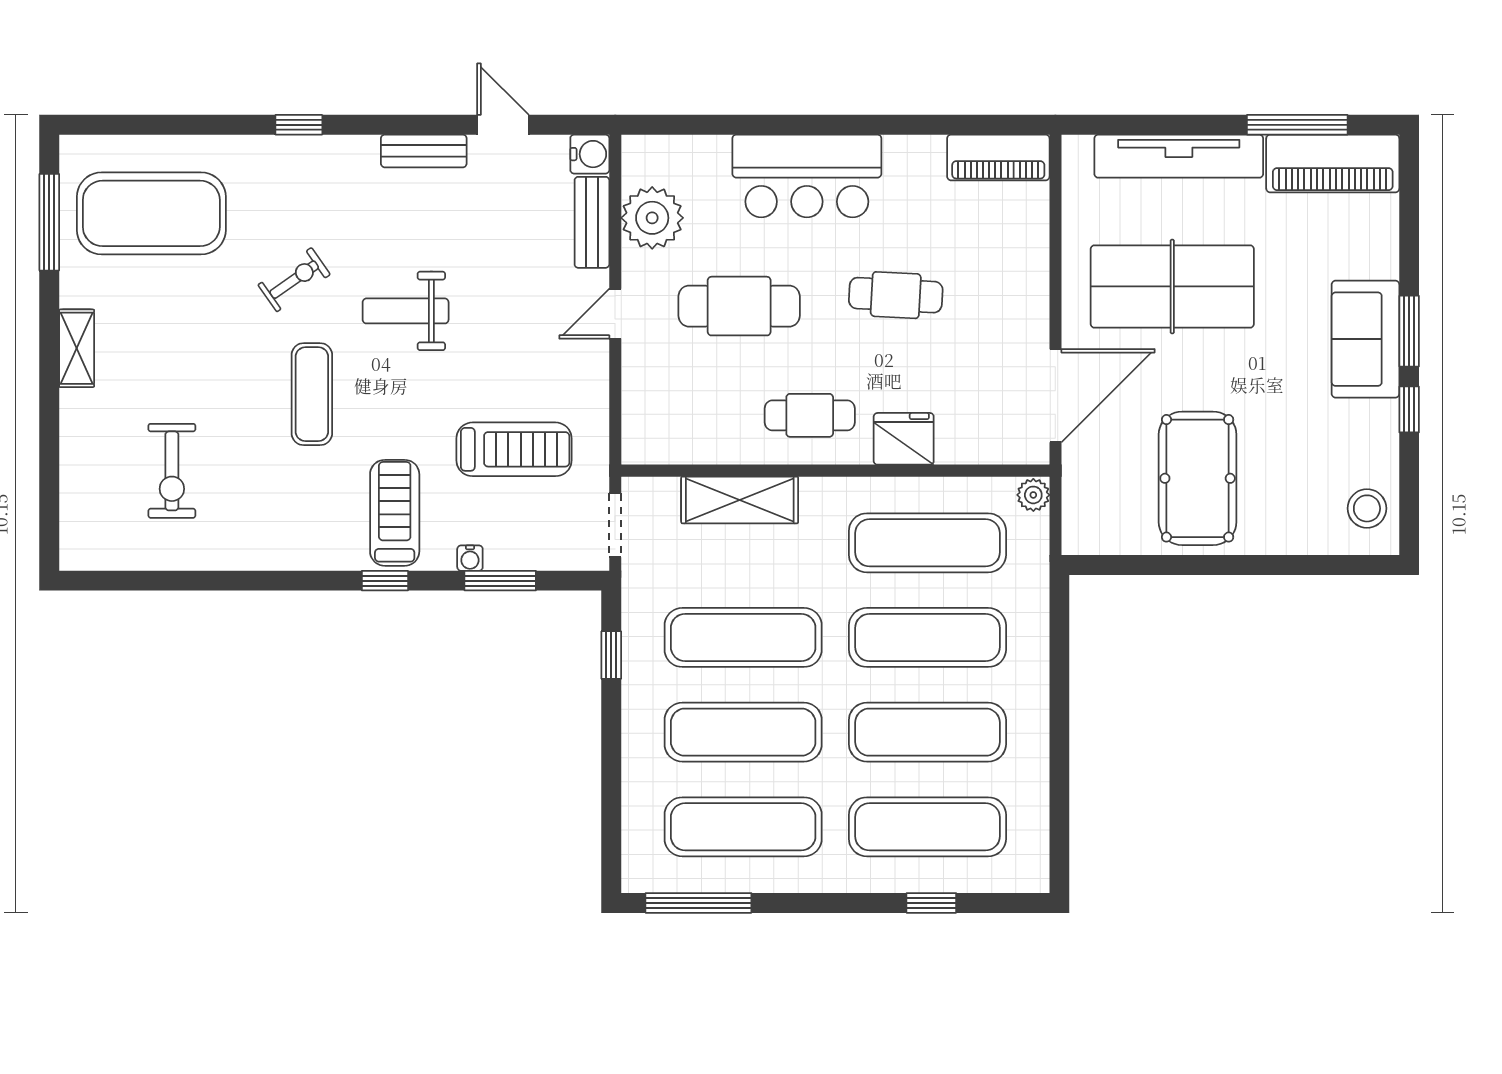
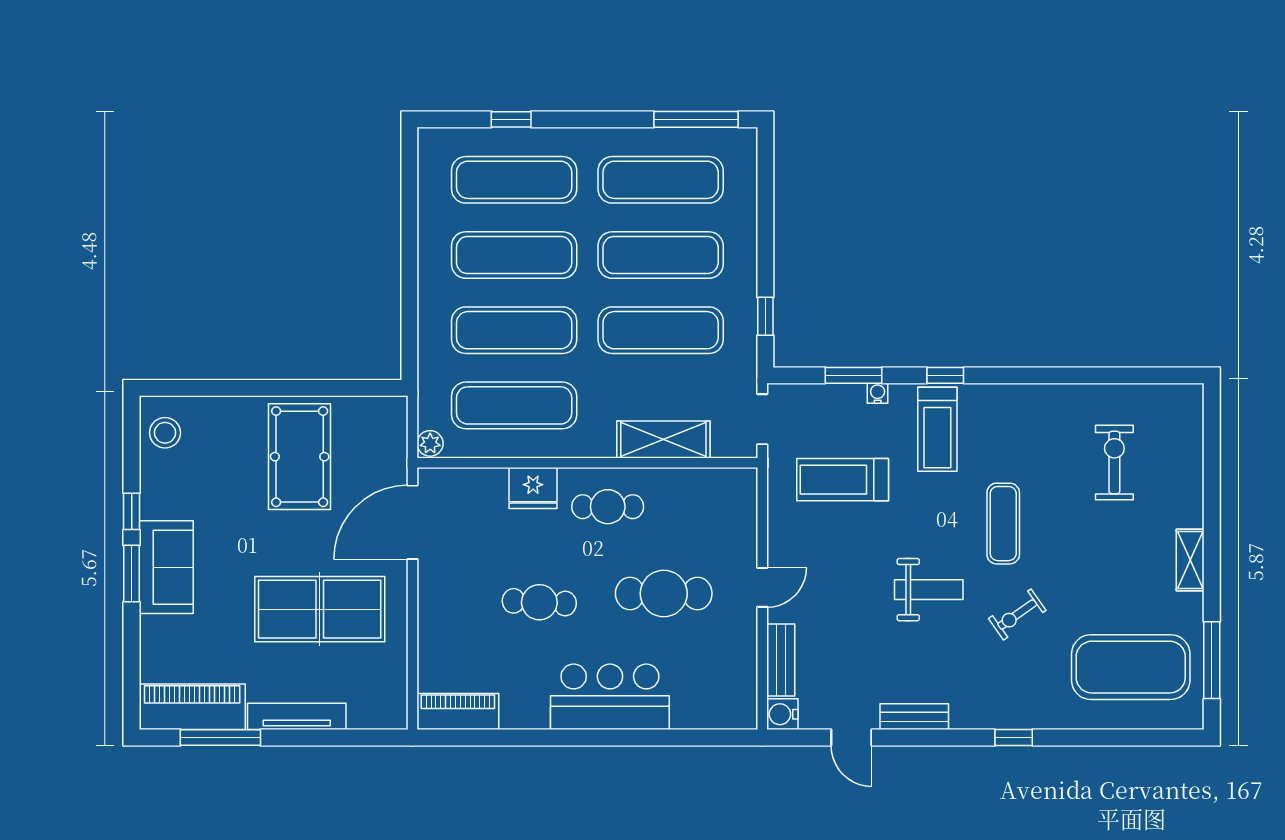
tv unit: (1179, 156) -> (297, 716), width x0.73, depth x0.78
plant: (652, 218) -> (733, 664), removed

